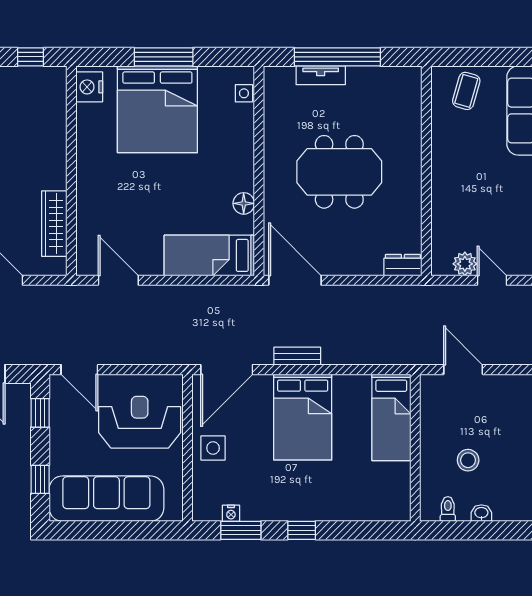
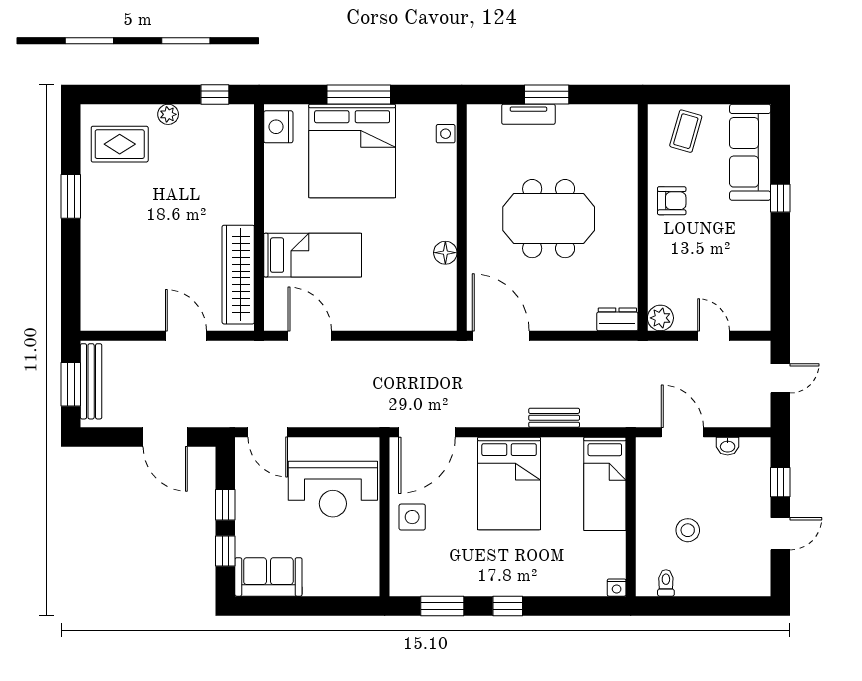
window: (337, 57) -> (547, 94), width x0.47
armchair: (453, 155) -> (672, 201), added
wardrobe: (54, 224) -> (238, 275), width x1.40, depth x1.17
bed: (209, 255) -> (313, 255), moved, turned 180
plant: (465, 264) -> (660, 318), moved
bench: (297, 356) -> (554, 418), moved
window: (40, 413) -> (225, 505), moved
reception desk: (140, 422) -> (333, 489), turned 180
sofa: (106, 499) -> (268, 577), width x0.54, depth x0.79
nightstand: (231, 513) -> (617, 588), moved
washbasin: (481, 513) -> (728, 446), moved, turned 180

